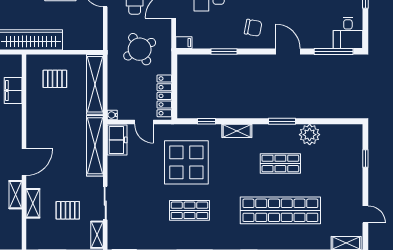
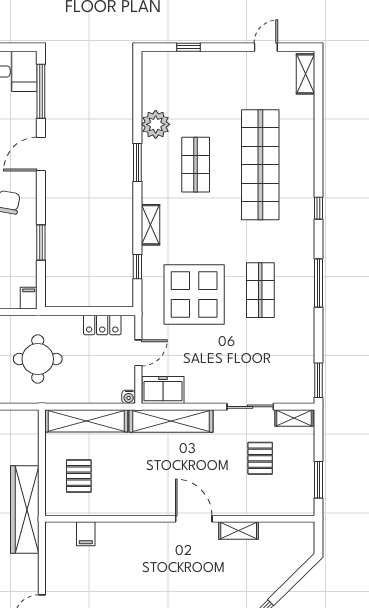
round table: (140, 49) -> (38, 359), turned 30
filing cabinet: (13, 91) -> (86, 534), width x0.50
locker: (164, 96) -> (102, 325), width x0.66
shelving: (33, 203) -> (250, 507), removed

